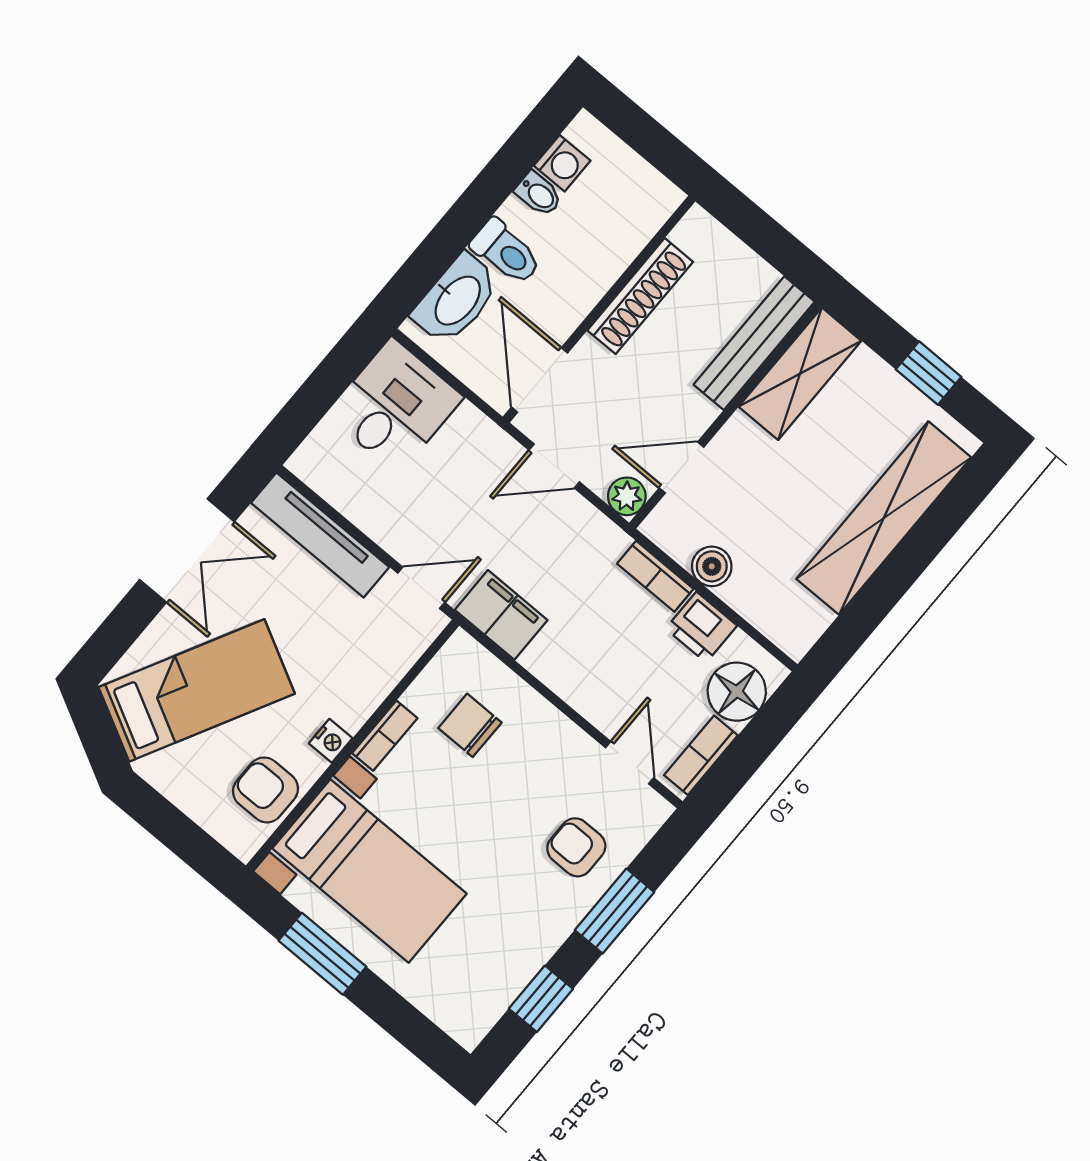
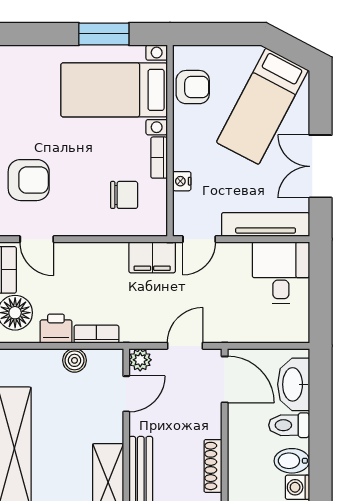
bidet: (539, 194) -> (292, 461), width x1.38, depth x1.36
shoe rack: (640, 296) -> (213, 466), width x0.74, depth x0.81
desk: (395, 406) -> (281, 273), moved, turned 180
nightstand: (331, 741) -> (182, 181), moved
armchair: (576, 847) -> (29, 180), width x1.38, depth x1.38

